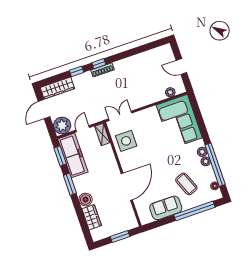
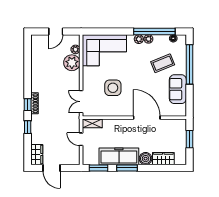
wardrobe: (57, 88) -> (37, 155), width x0.67
plant: (62, 125) -> (72, 63), moved
side table: (126, 141) -> (113, 88), moved
freezer: (73, 155) -> (119, 156), moved

